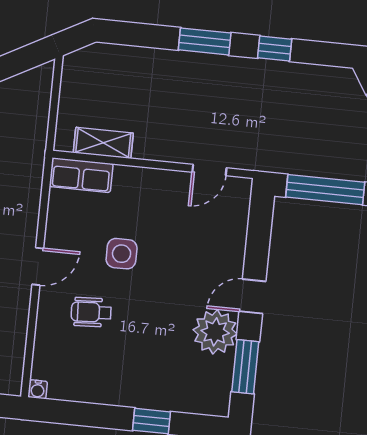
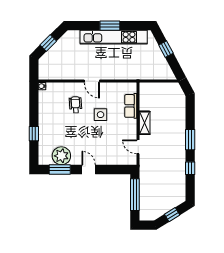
shelving: (103, 143) -> (145, 123), moved
row of seats: (81, 175) -> (131, 106), moved
plant: (215, 332) -> (61, 156), moved

